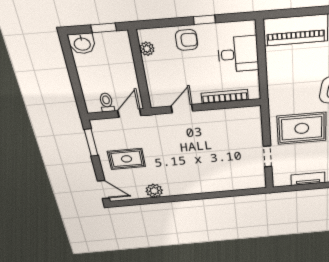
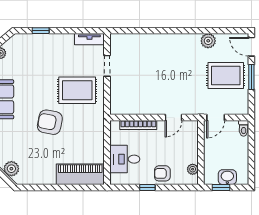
washbasin: (82, 44) -> (227, 177), moved
toilet: (107, 103) -> (244, 128), moved
window: (91, 143) -> (251, 77), moved
rug: (127, 159) -> (226, 75), width x1.36, depth x1.43
tv unit: (308, 179) -> (89, 39), moved

